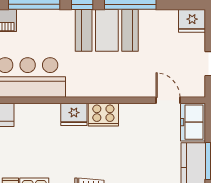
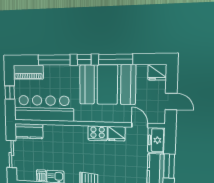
booth: (107, 30) -> (107, 85), width x1.36, depth x1.42
fridge: (74, 114) -> (116, 134), moved

